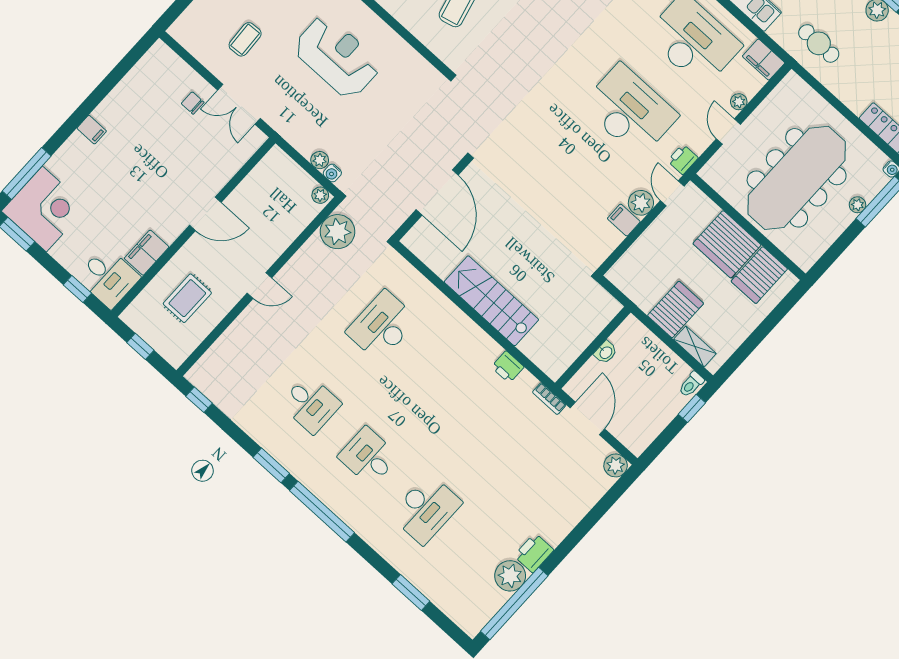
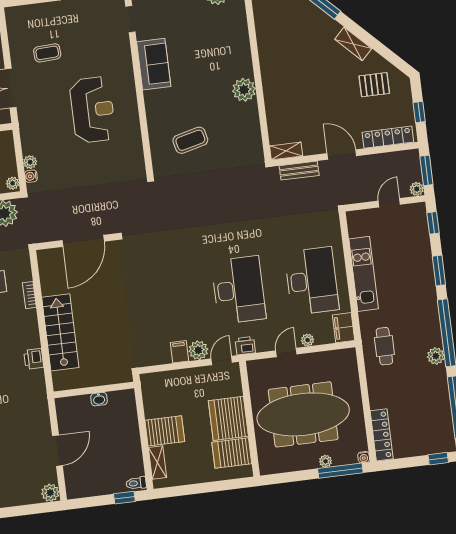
wall: (593, 348) -> (94, 390), moved
washbasin: (606, 352) -> (99, 399), moved
printer: (508, 367) -> (34, 359), moved
bookcase: (549, 399) -> (29, 295), moved

